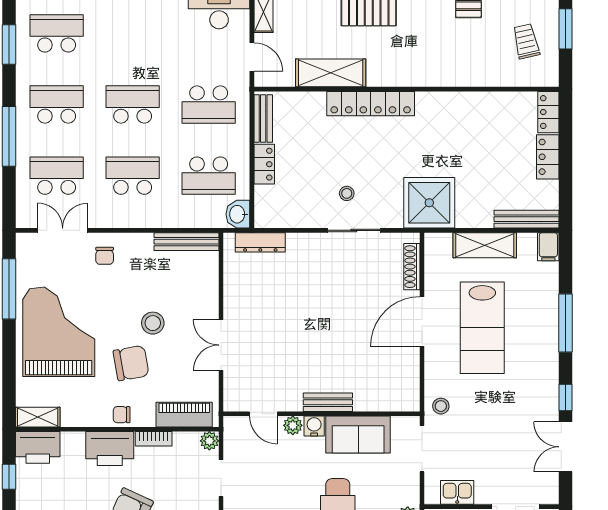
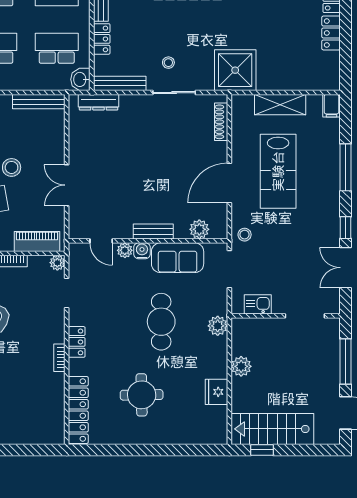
school desk: (209, 176) -> (57, 48), turned 180
bench: (527, 219) -> (120, 83), moved
door: (422, 321) -> (229, 183), moved
plant: (385, 400) -> (199, 229), added

